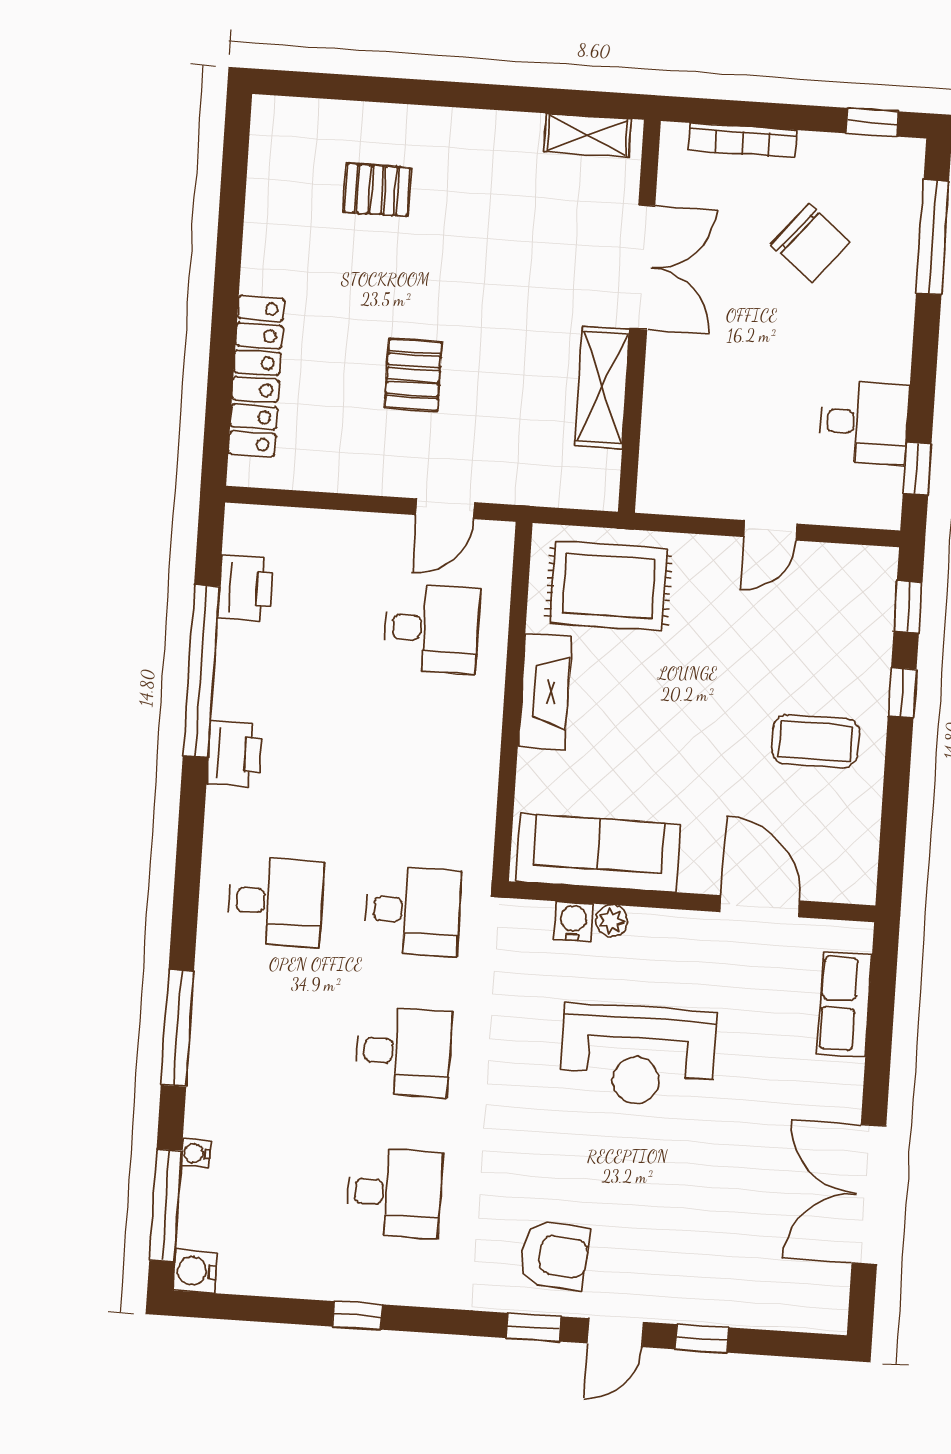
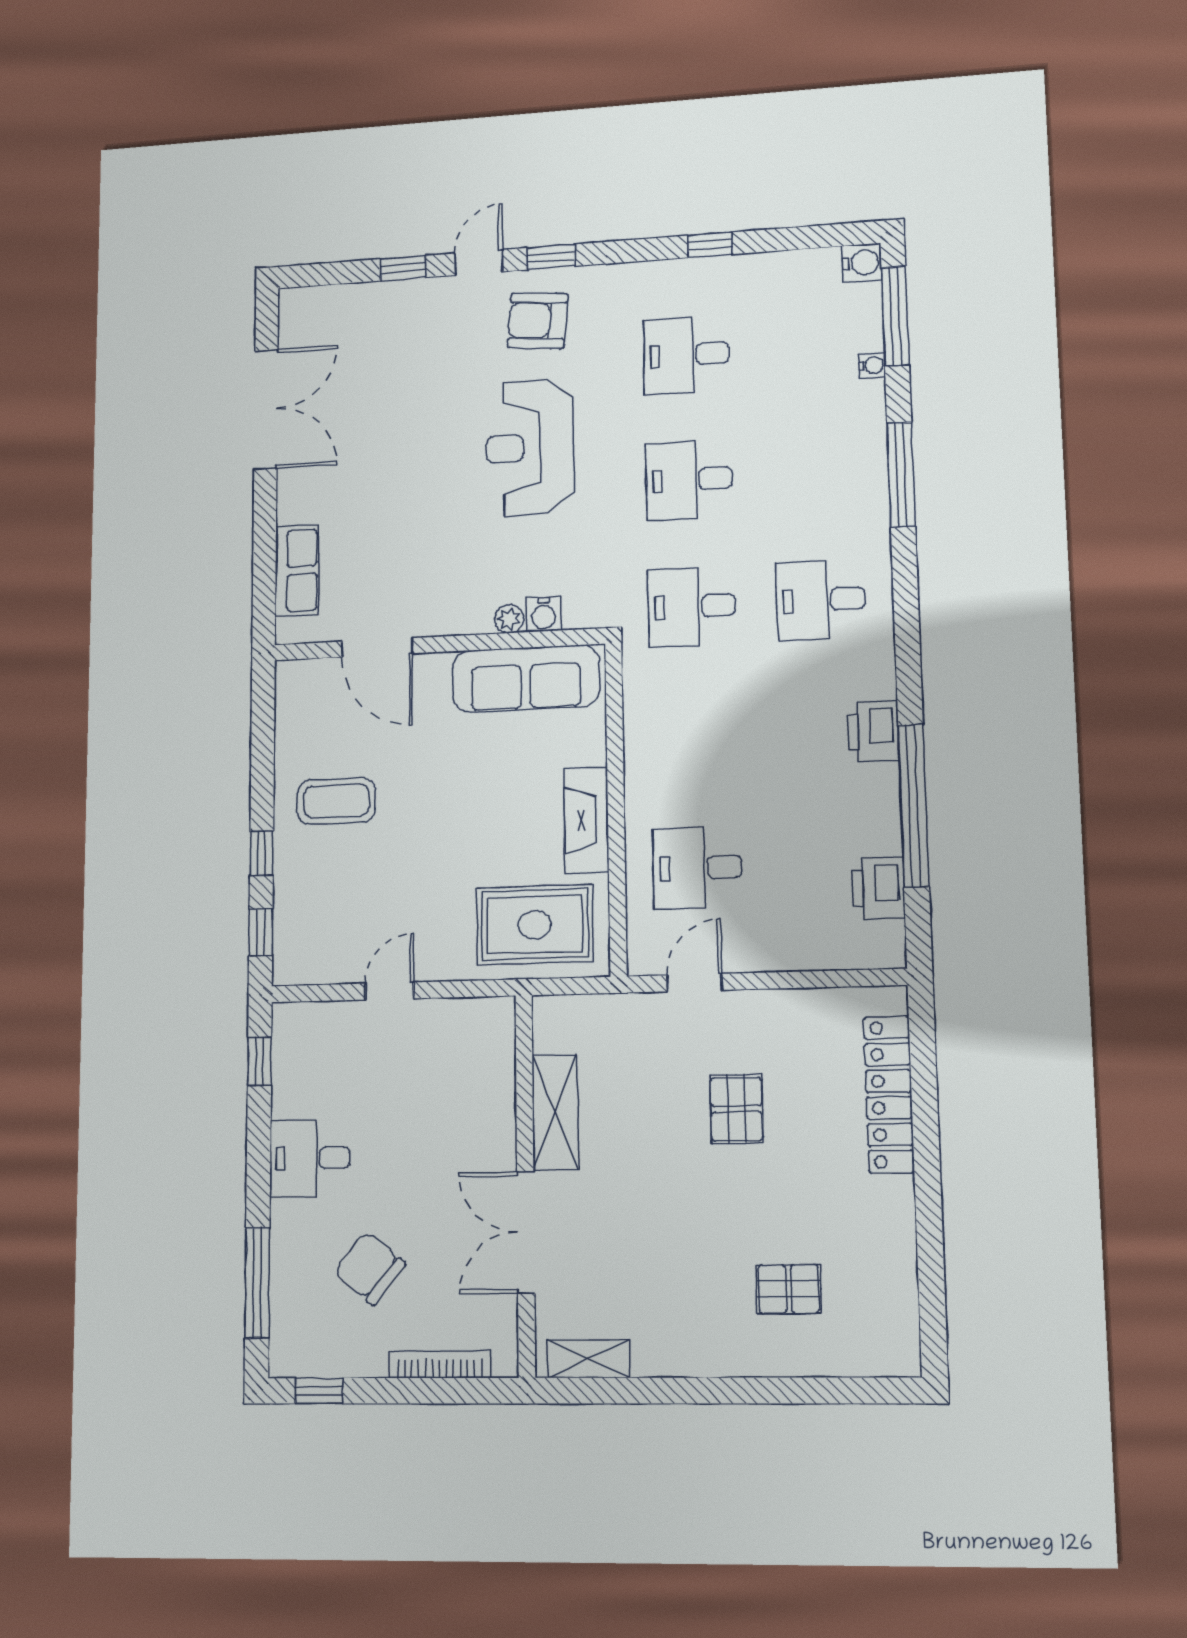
desk: (864, 422) -> (310, 1158), moved
reception desk: (638, 1055) -> (530, 447), moved, turned -90

